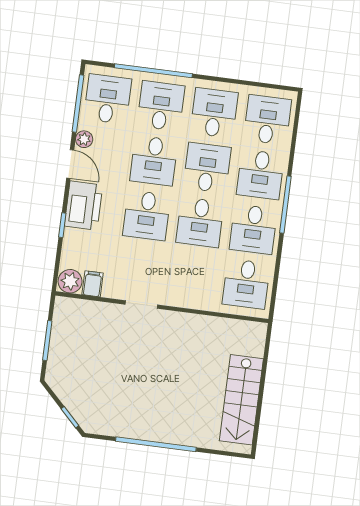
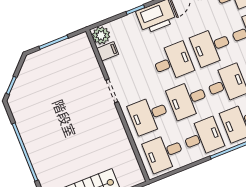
desk: (147, 215) -> (173, 62), turned 180
desk: (253, 229) -> (203, 137), turned 180
desk: (193, 277) -> (149, 115), added

